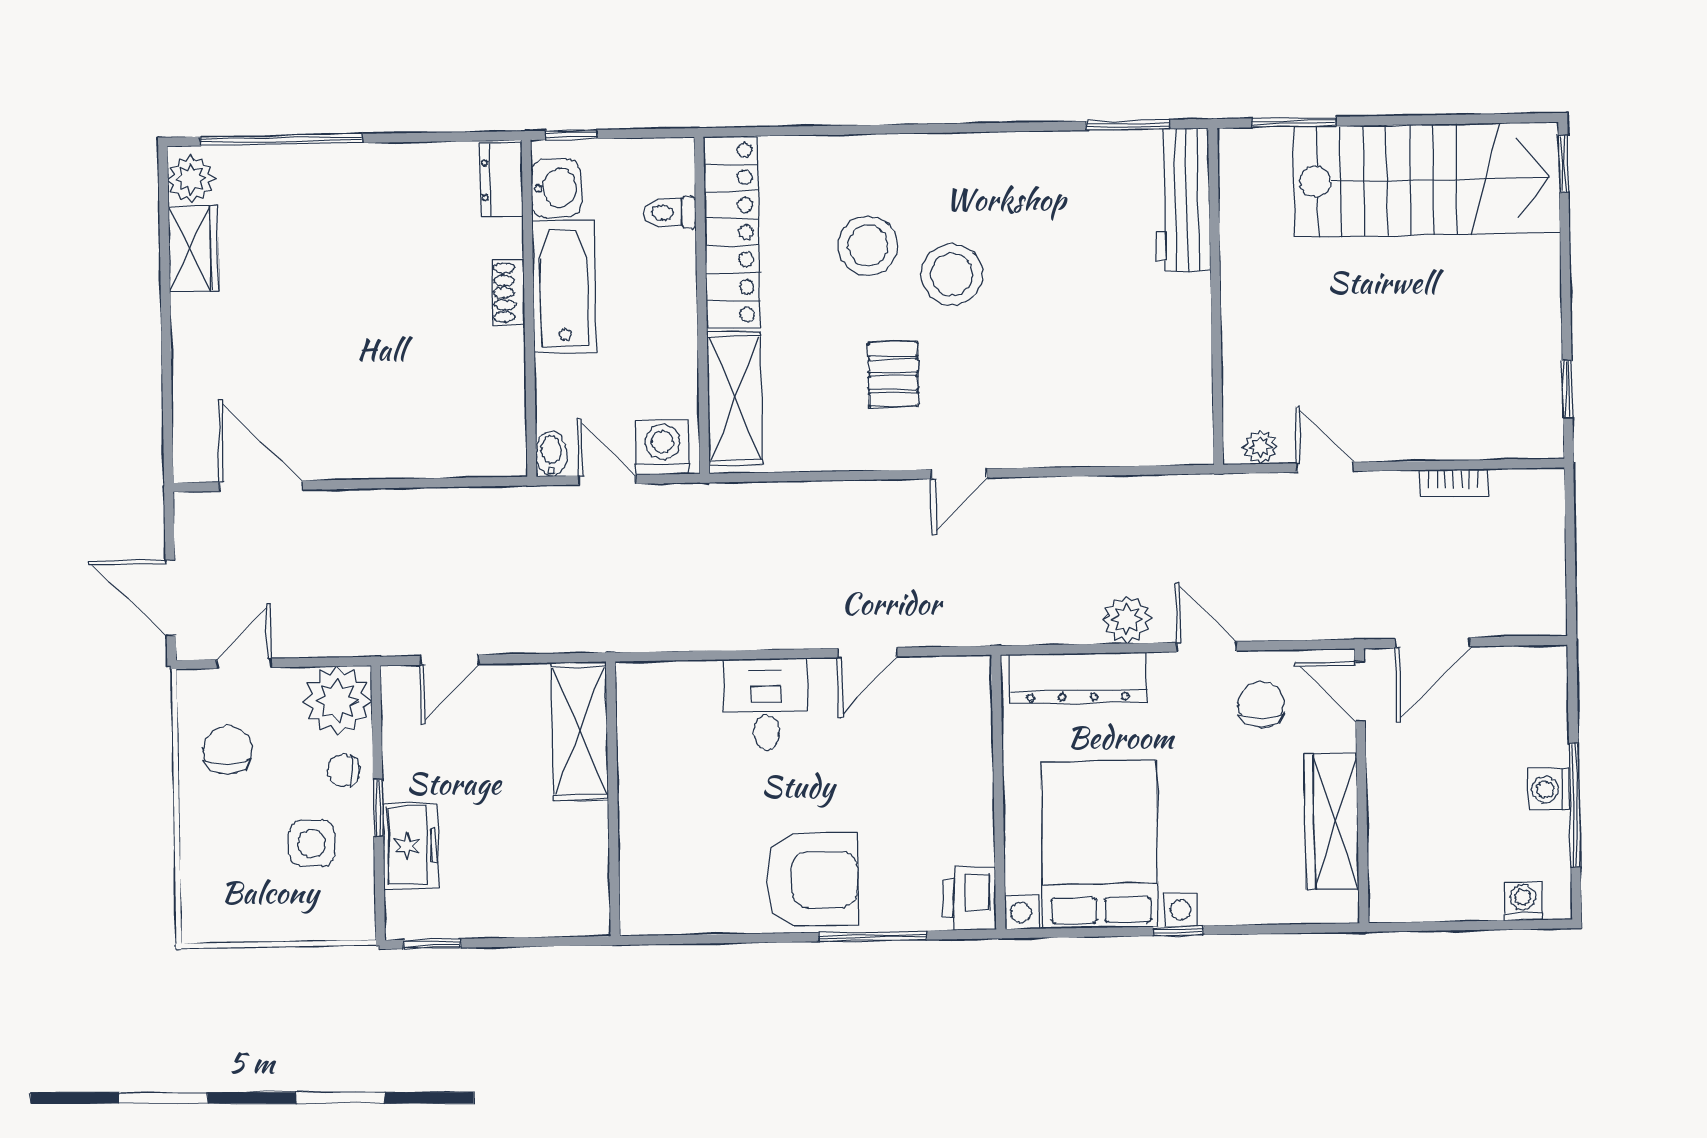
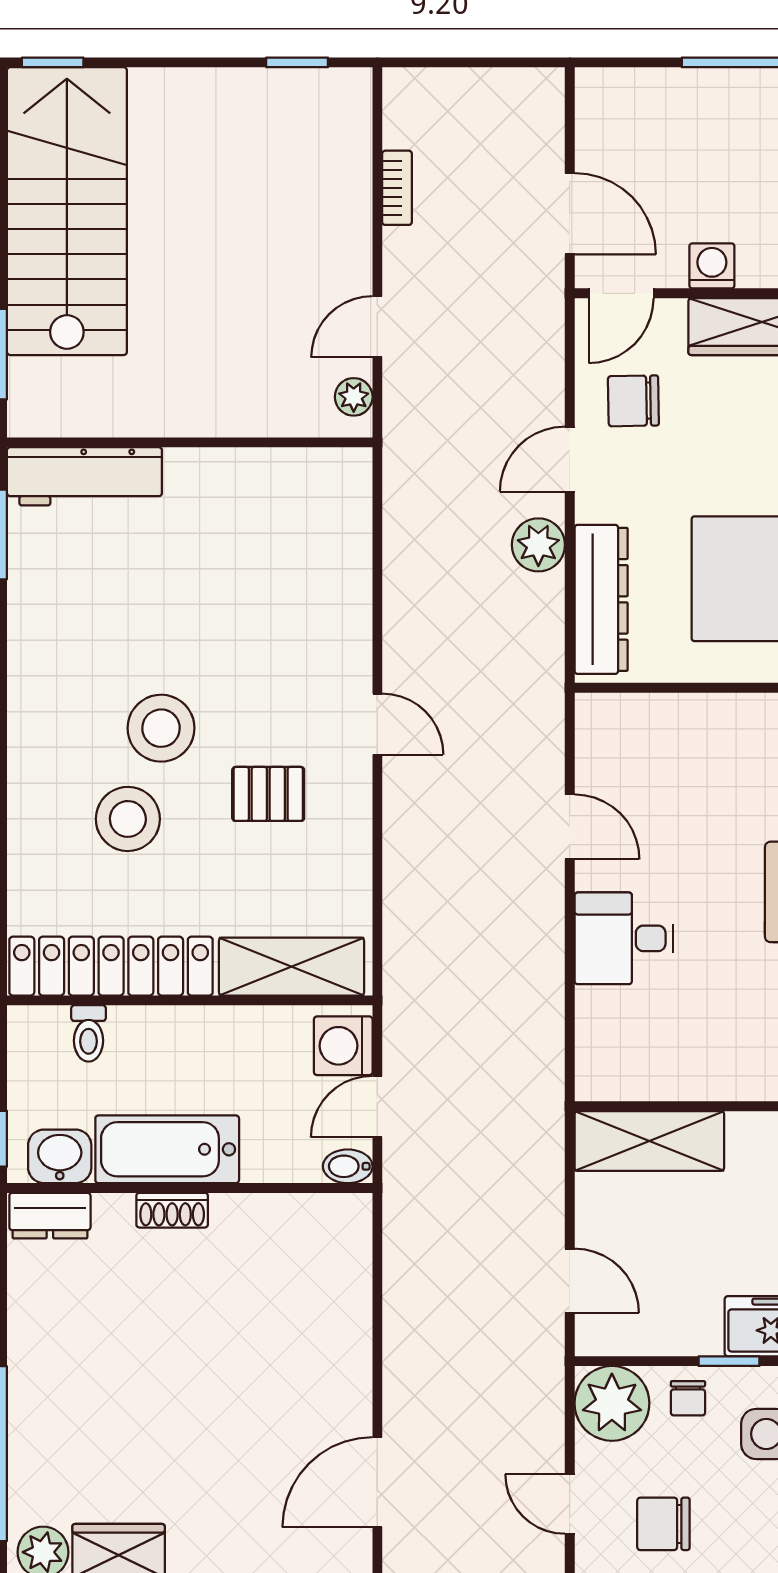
washing machine: (1549, 789) -> (712, 266), moved, turned 180

